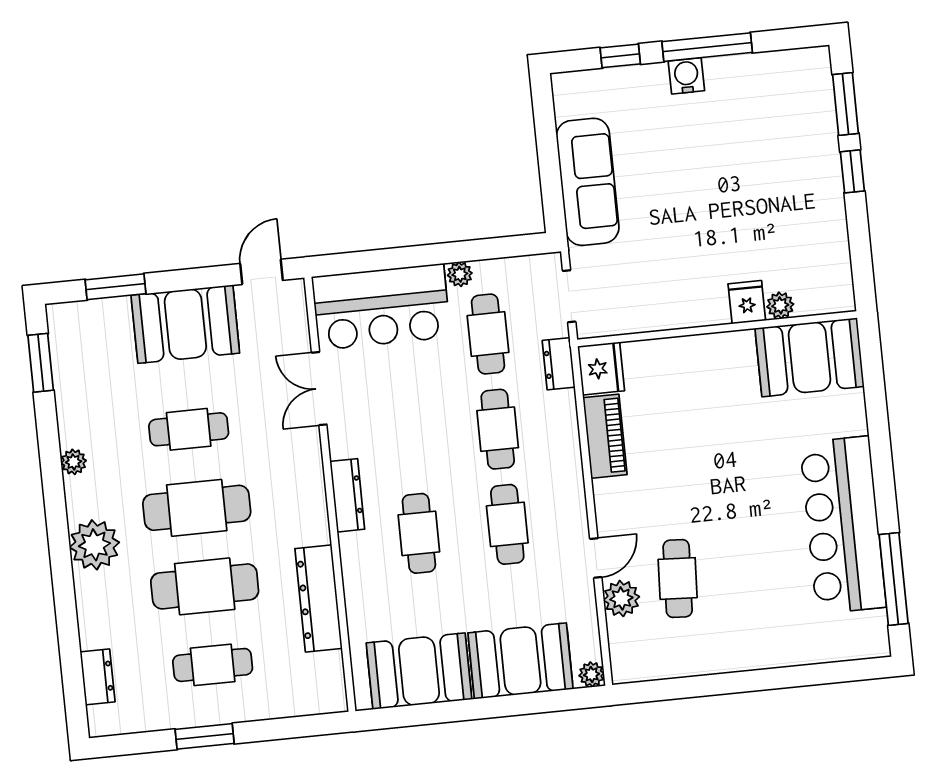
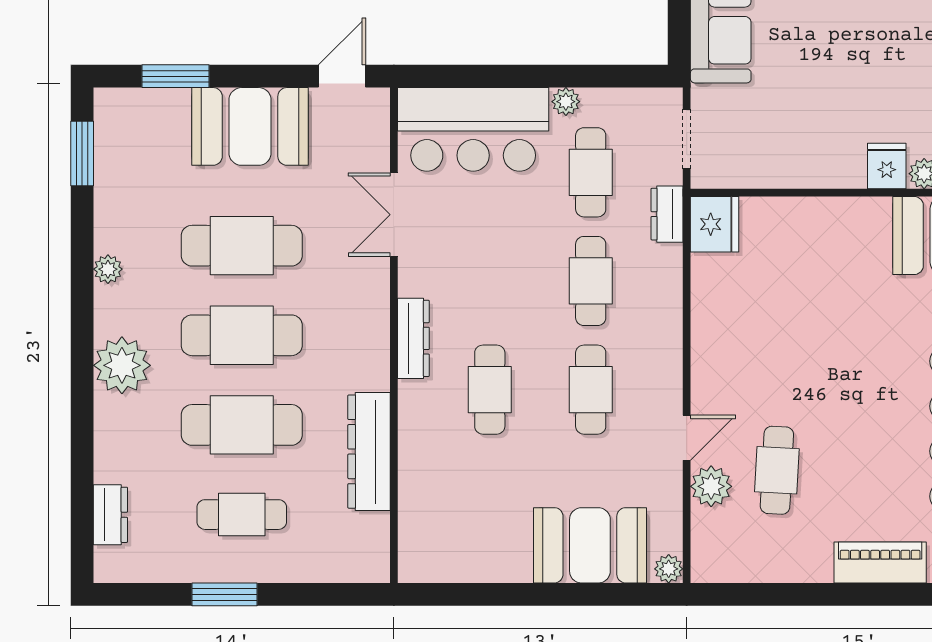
cafe table: (189, 429) -> (242, 246), width x1.37, depth x1.35
piano: (605, 436) -> (880, 563), moved, turned -90
booth: (419, 671) -> (474, 545), removed

